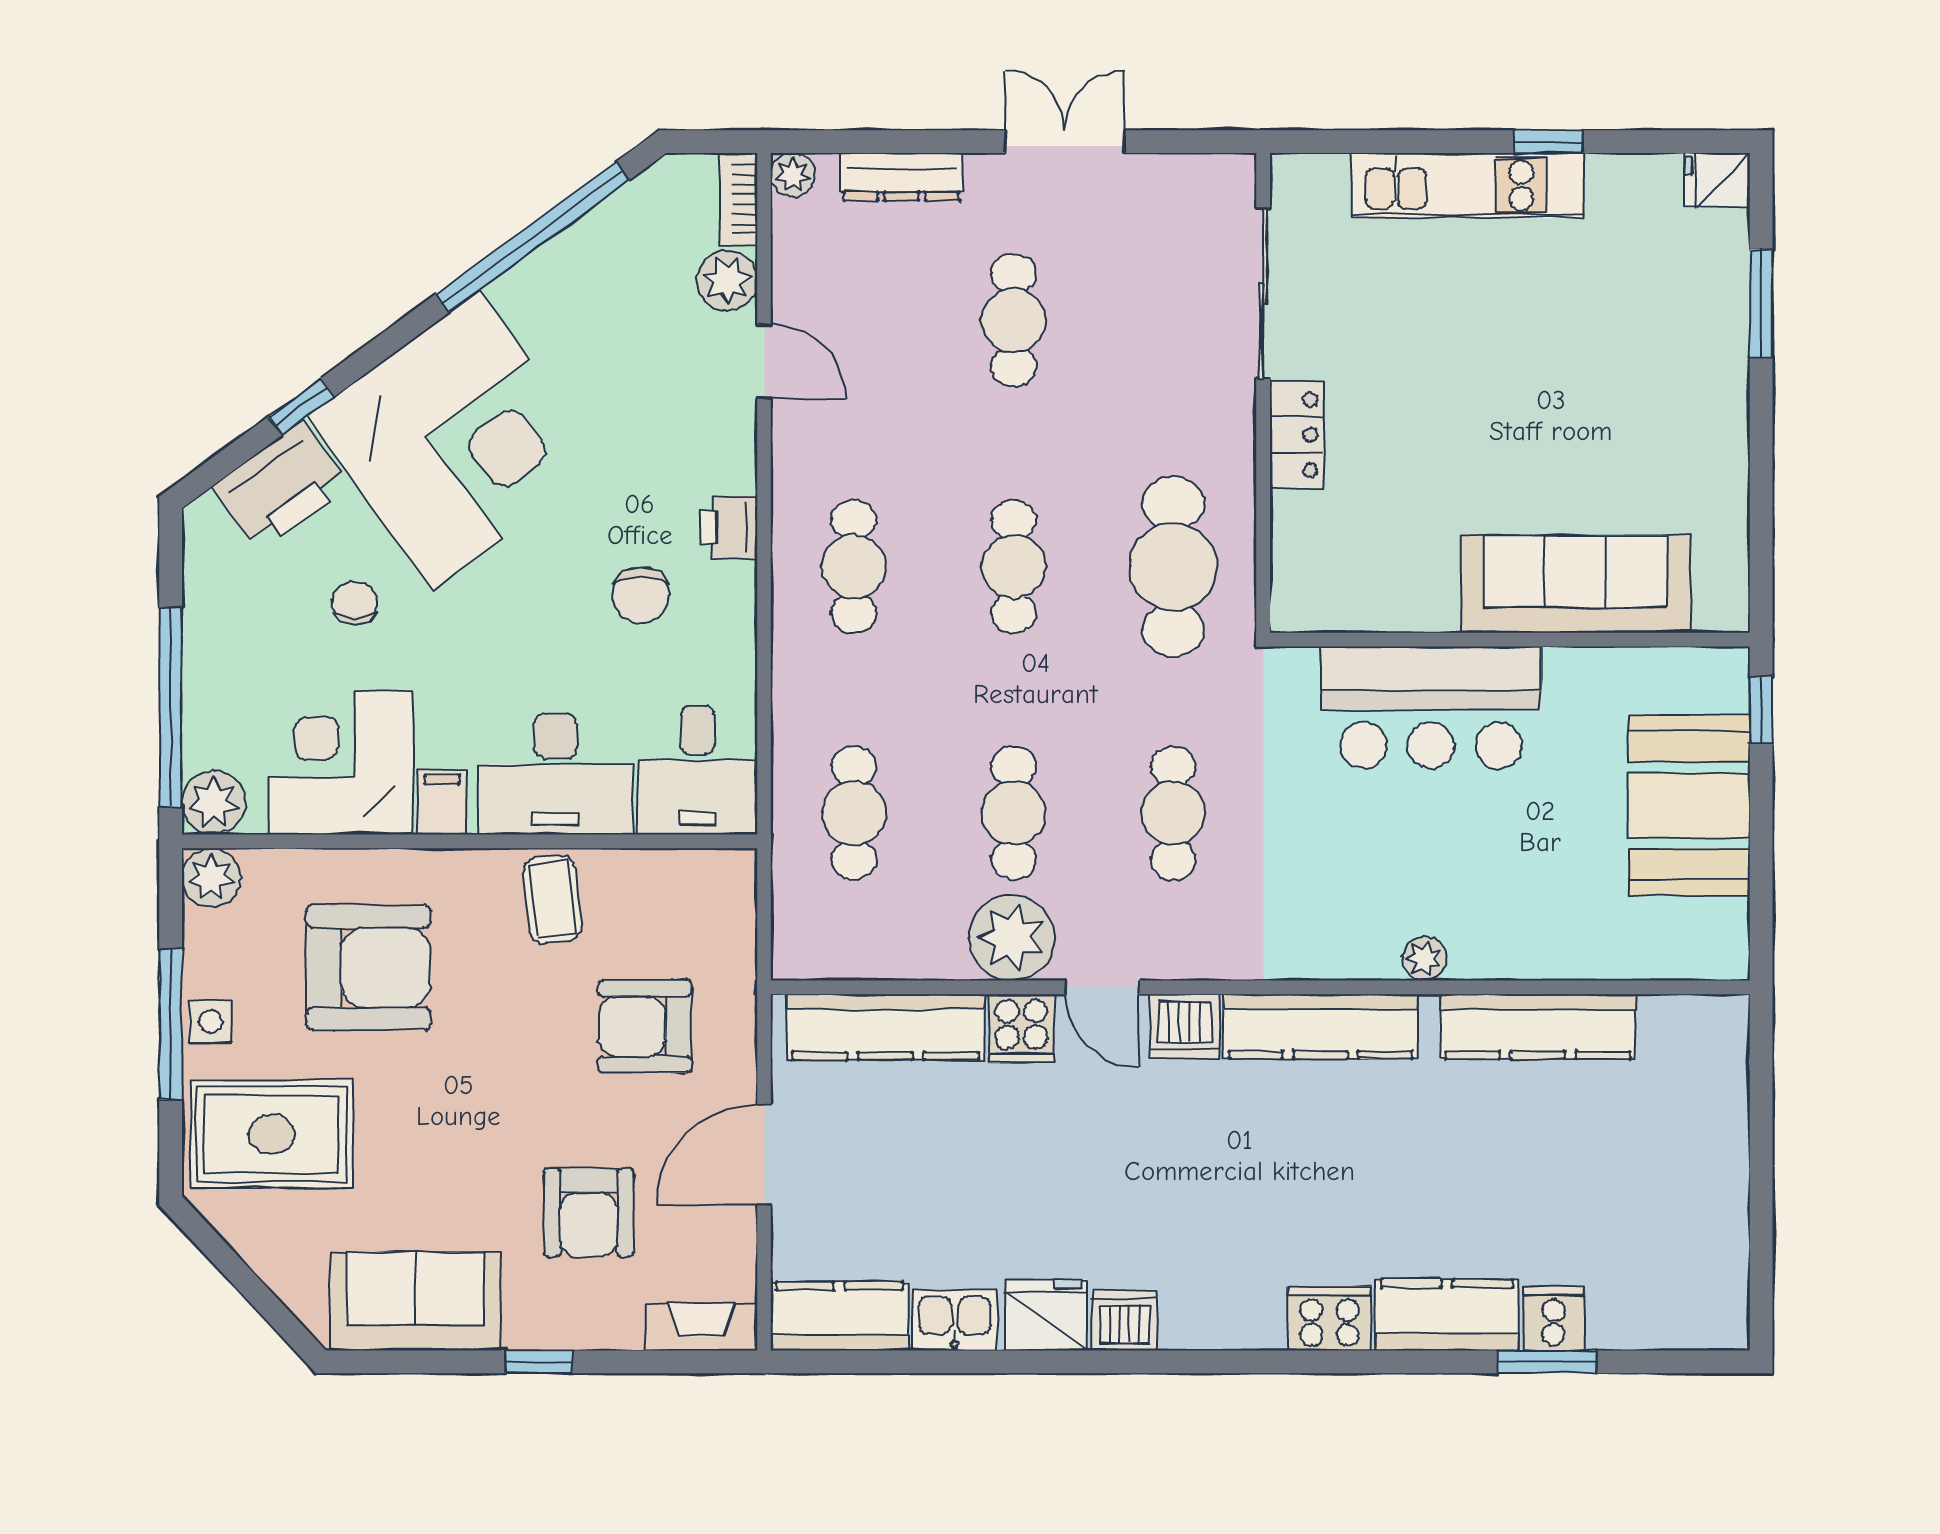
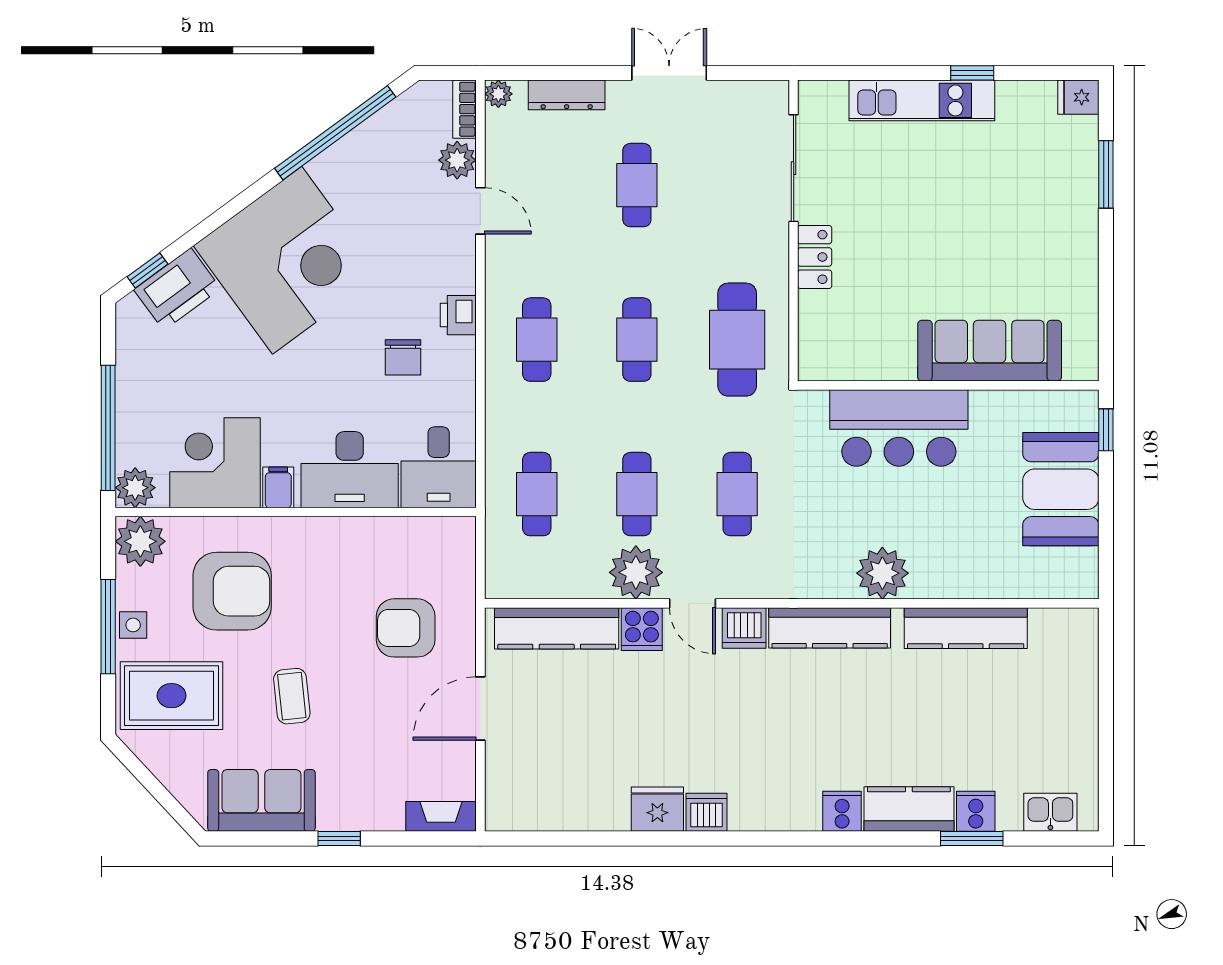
window: (301, 407) -> (147, 270), moved
chair: (355, 603) -> (224, 362), removed
plant: (211, 878) -> (140, 541), width x1.36, depth x1.36
coffee table: (552, 899) -> (292, 696), moved
plant: (1424, 958) -> (882, 573), width x1.88, depth x1.88
armchair: (589, 1212) -> (370, 745), removed
kitchen counter: (839, 1316) -> (528, 810), removed
cooker: (1329, 1319) -> (842, 811), width x0.73
kitchen sink: (955, 1320) -> (1050, 812), moved

